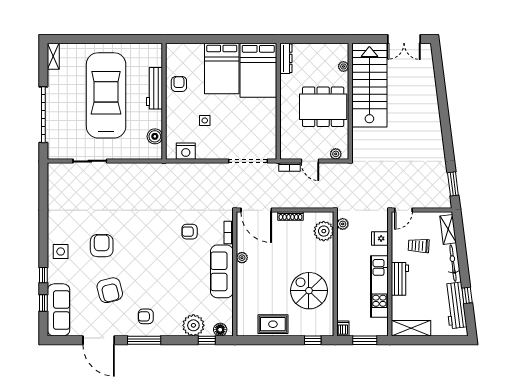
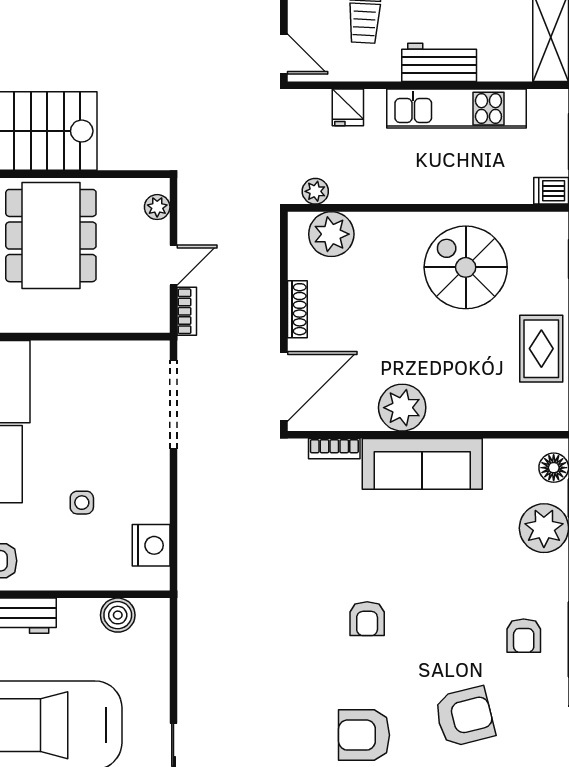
armchair: (190, 232) -> (367, 619), moved
plant: (242, 258) -> (402, 408), width x1.87, depth x1.87
spiral stairs: (309, 291) -> (466, 267), turned 90

